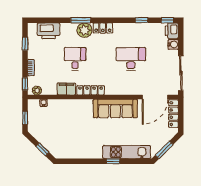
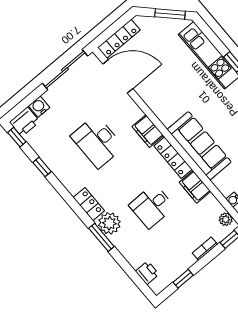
printer: (49, 31) -> (147, 273), width x0.53, depth x0.68
filing cabinet: (115, 89) -> (148, 131), added
sofa: (115, 109) -> (199, 146), moved

